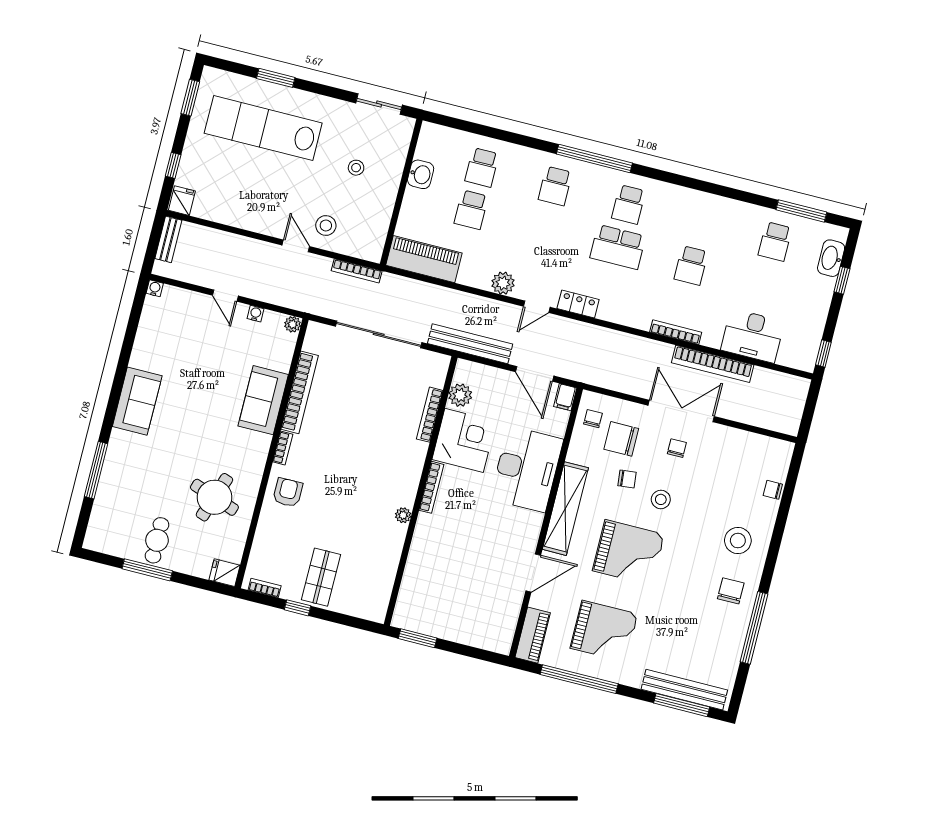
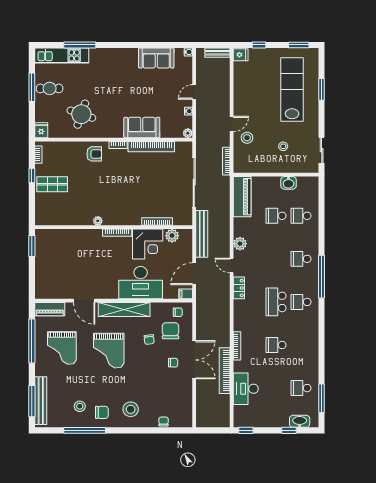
sofa: (137, 401) -> (156, 58), moved
stool: (661, 499) -> (80, 406), moved
kitchen unit: (106, 505) -> (62, 55), added

